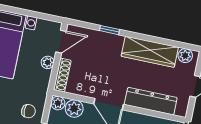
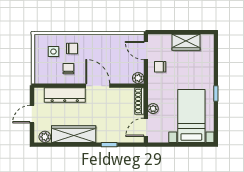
plant: (74, 109) -> (124, 76), removed

